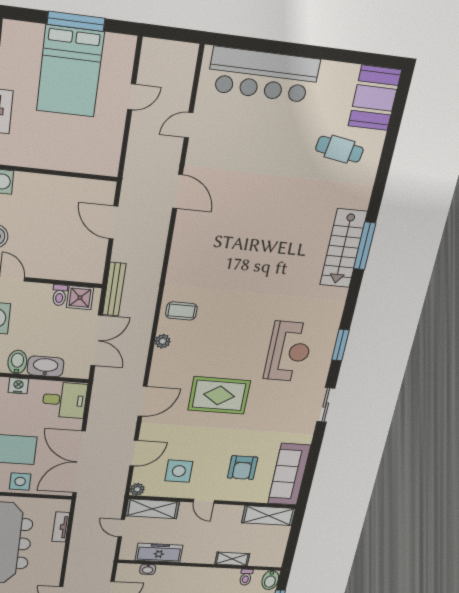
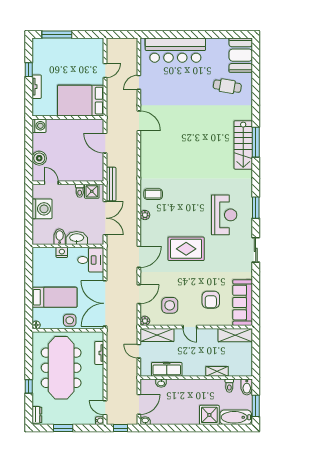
window: (76, 21) -> (57, 34), moved
bed: (70, 71) -> (81, 101), moved, turned 90

